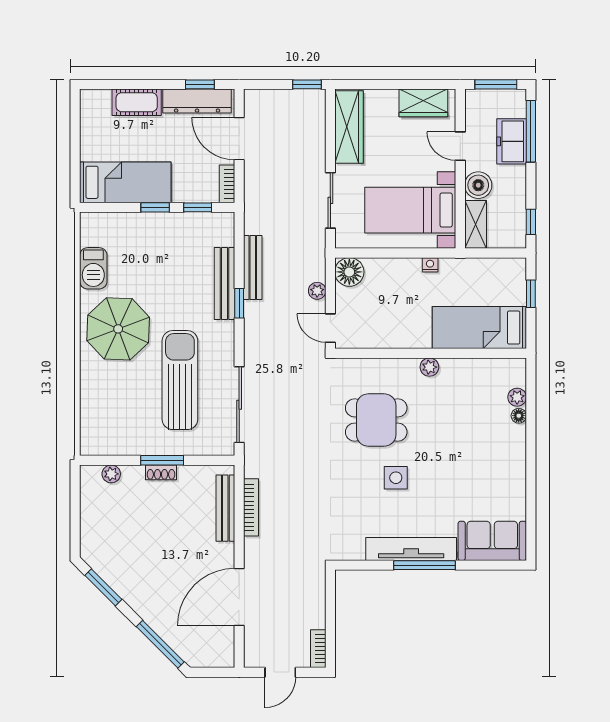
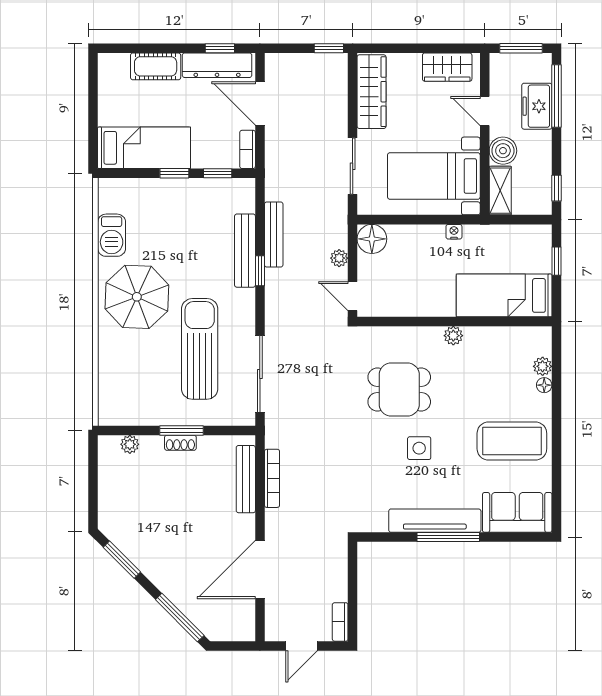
coffee table: (487, 471) -> (512, 441), added

